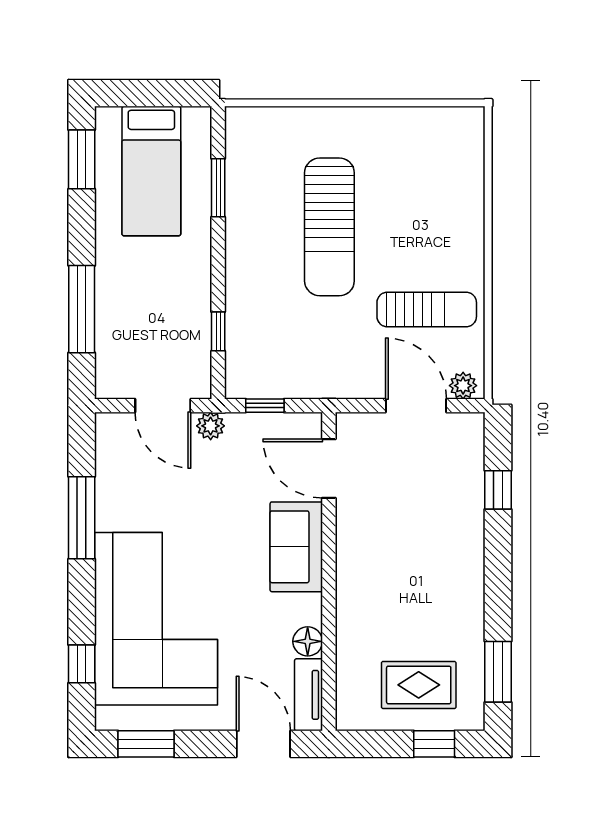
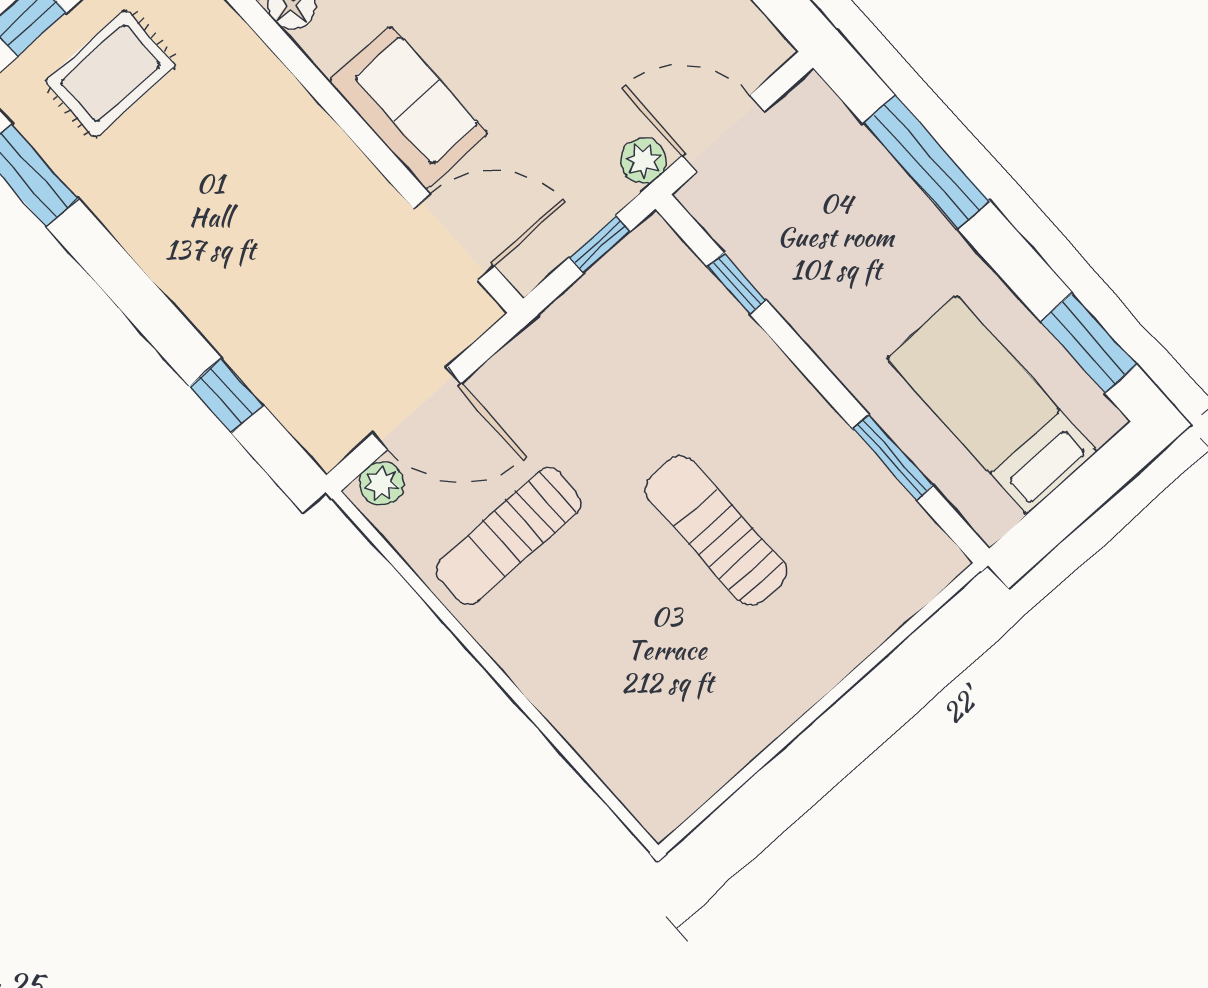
sun lounger: (329, 227) -> (716, 531), width x0.73, depth x0.75

